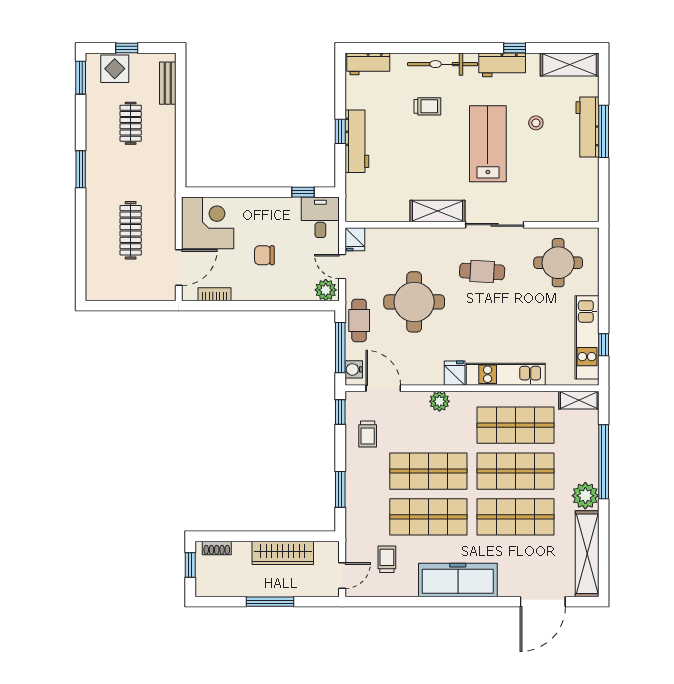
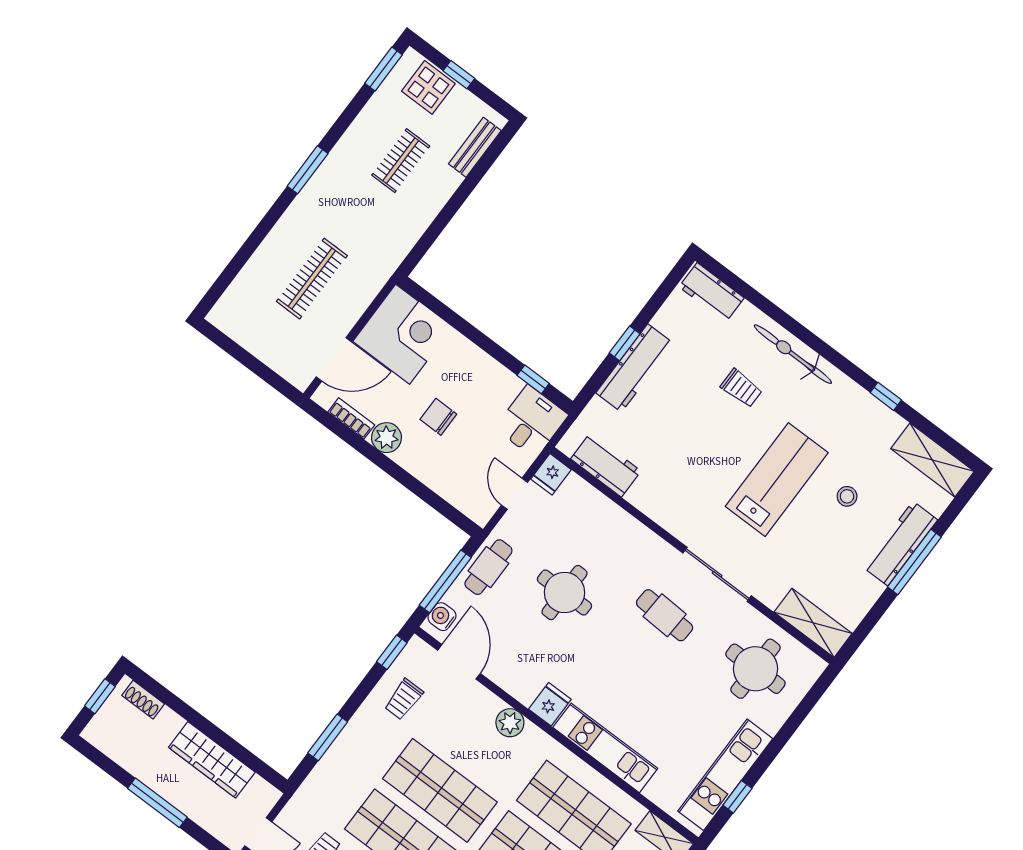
workbench: (502, 65) -> (606, 465), moved, turned 180
shelving: (437, 211) -> (813, 623), moved
plant: (326, 290) -> (387, 438), moved
round table: (414, 302) -> (564, 593), width x0.73, depth x0.73

